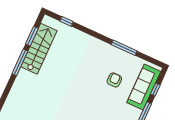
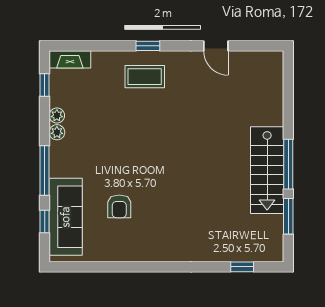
window: (124, 48) -> (128, 267), removed
stairs: (39, 49) -> (267, 170), moved

